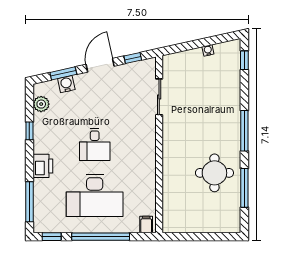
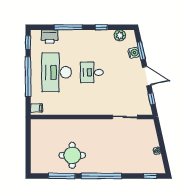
window: (244, 131) -> (101, 176), width x1.46
printer: (43, 166) -> (50, 37), moved
window: (29, 202) -> (68, 27), moved

